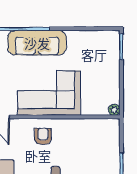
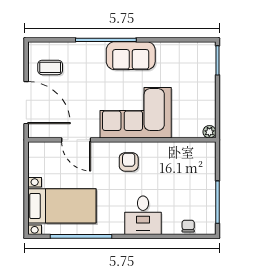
sofa: (37, 43) -> (131, 56), width x0.73

